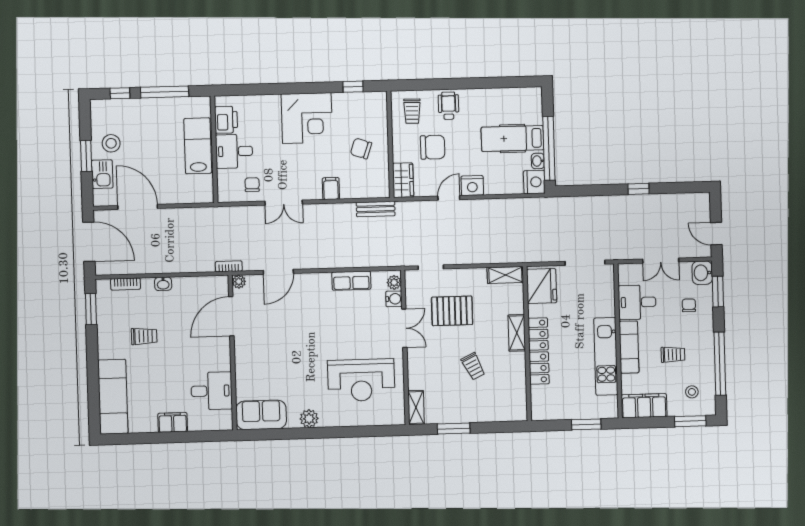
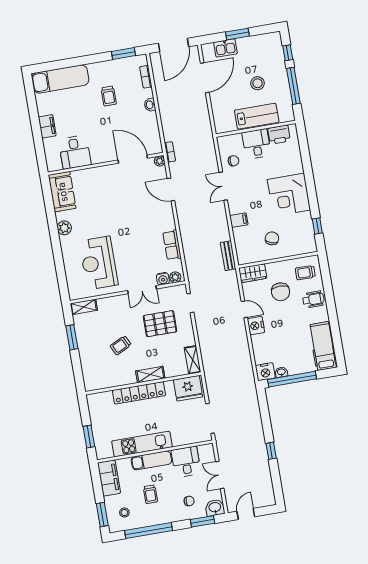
hospital bed: (512, 139) -> (323, 346), moved
stool: (111, 143) -> (258, 83), moved
pallet: (452, 311) -> (160, 324), turned 90

